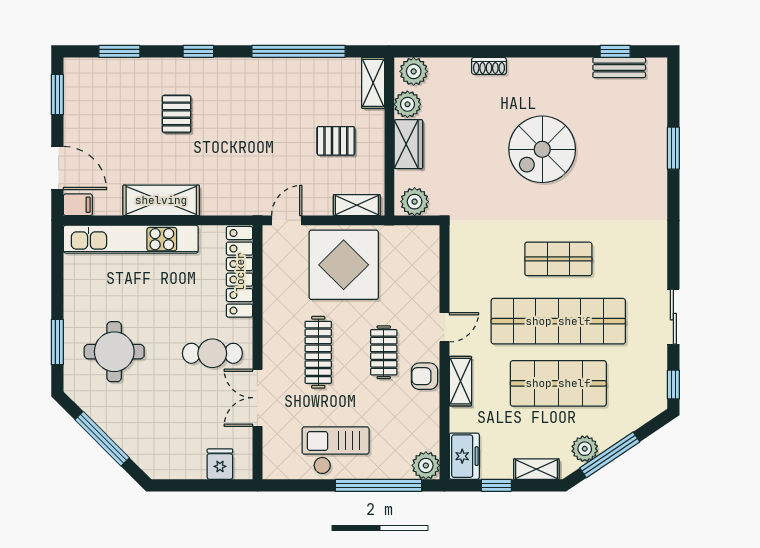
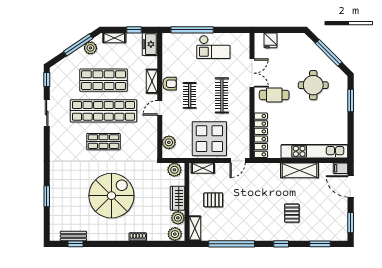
spiral stairs: (542, 149) -> (111, 196), width x1.37, depth x1.37
round table: (114, 352) -> (313, 85), moved
plant: (426, 465) -> (169, 142), moved

